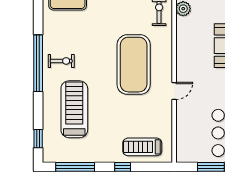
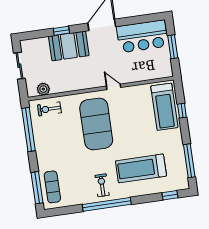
exercise mat: (134, 65) -> (96, 124), turned 90
treadmill: (142, 147) -> (164, 107), width x1.37, depth x1.38
window: (123, 167) -> (182, 111), moved

